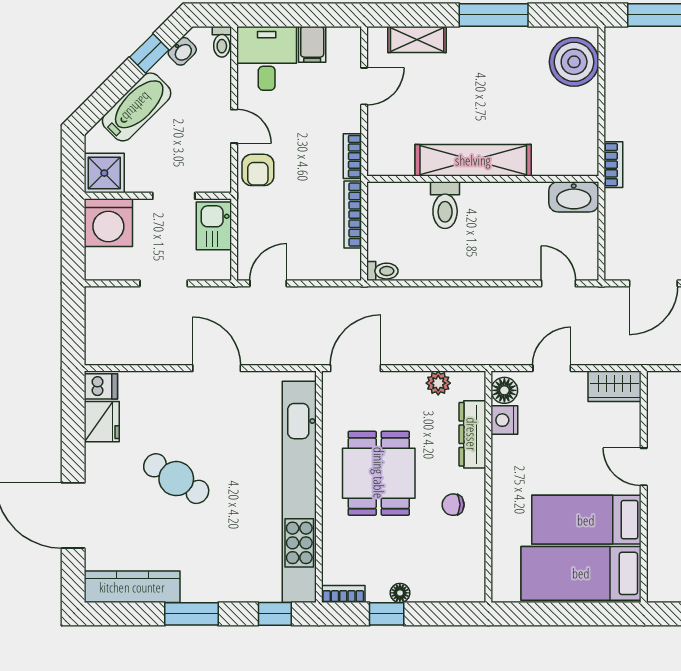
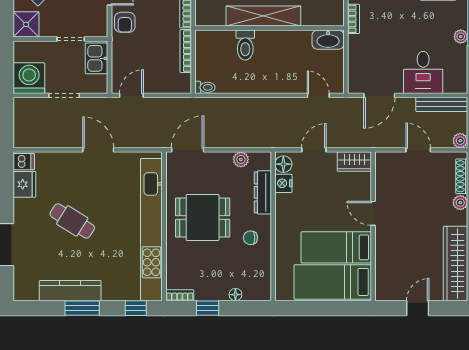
washing machine: (108, 223) -> (29, 78), moved, turned 180
dining table: (379, 473) -> (203, 218), turned 90
kitchen counter: (132, 587) -> (70, 291), moved
floor lamp: (400, 593) -> (235, 295), moved

